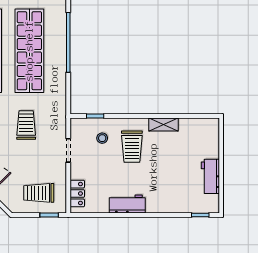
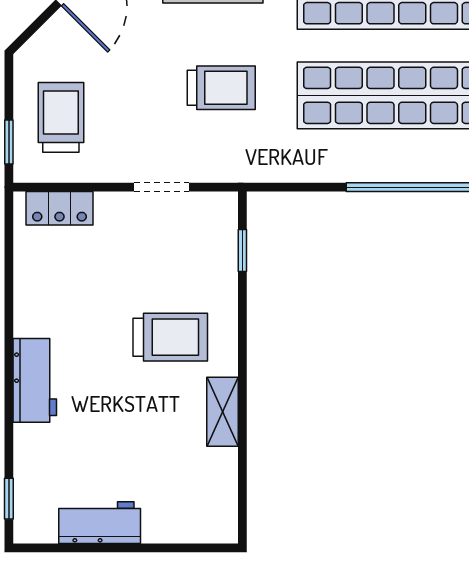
stool: (102, 138) -> (190, 267), removed
trolley: (132, 147) -> (170, 337), turned 180
workbench: (127, 204) -> (35, 380), moved

